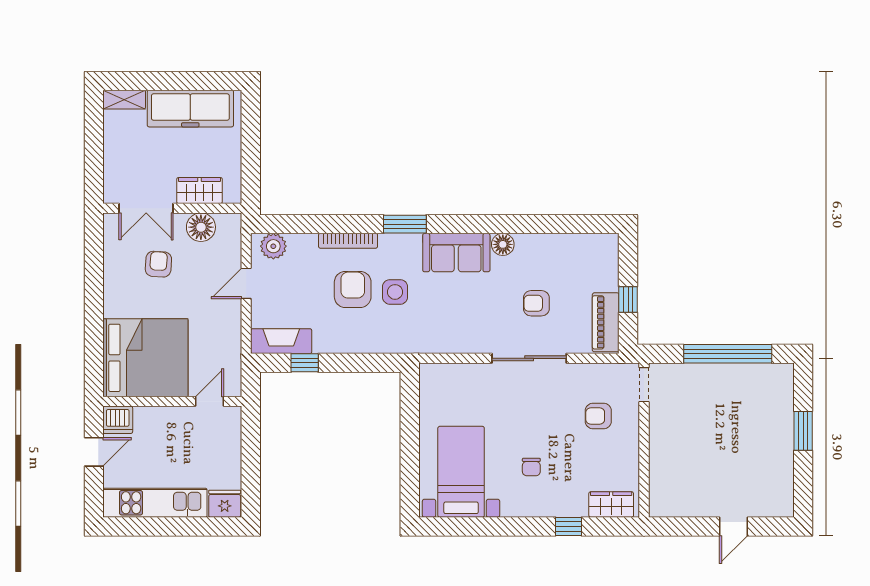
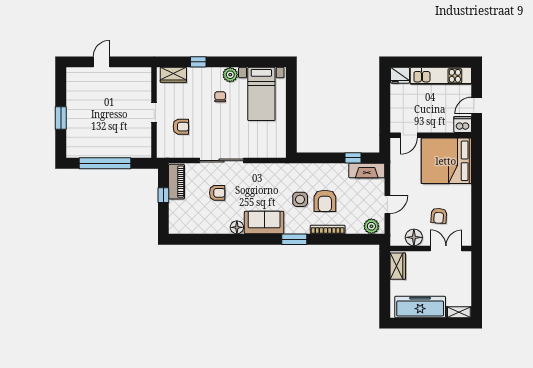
wardrobe: (199, 191) -> (398, 266), moved, turned -90
doorway: (644, 385) -> (154, 112), moved
plant: (514, 505) -> (230, 75), added

